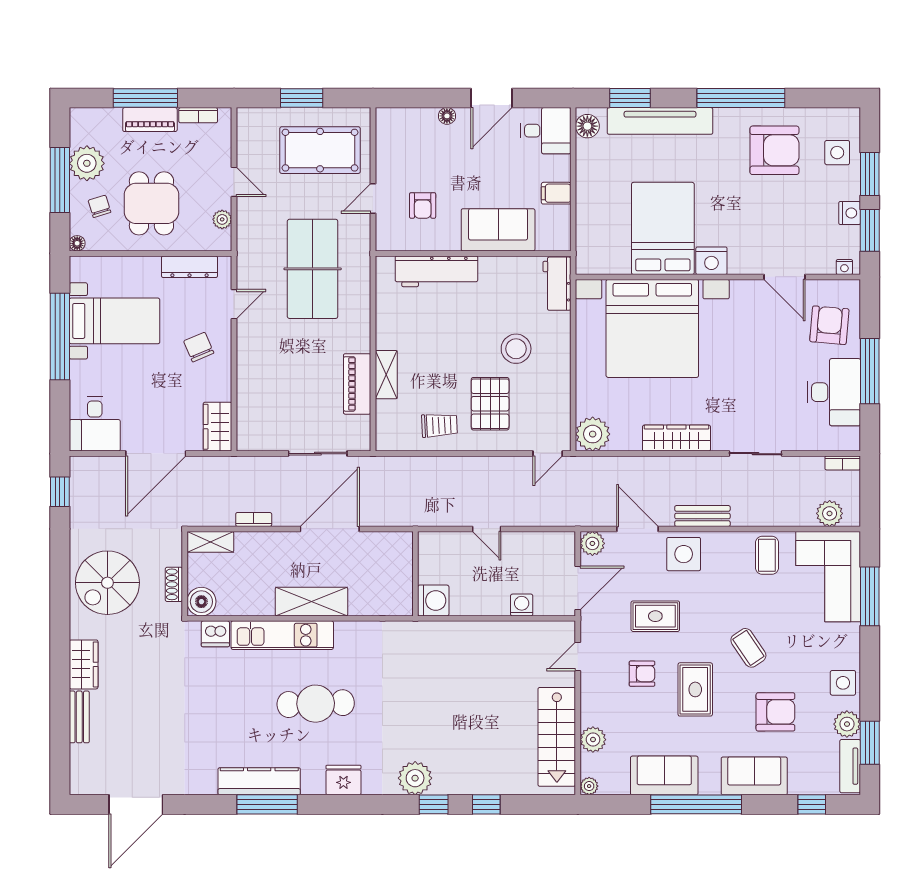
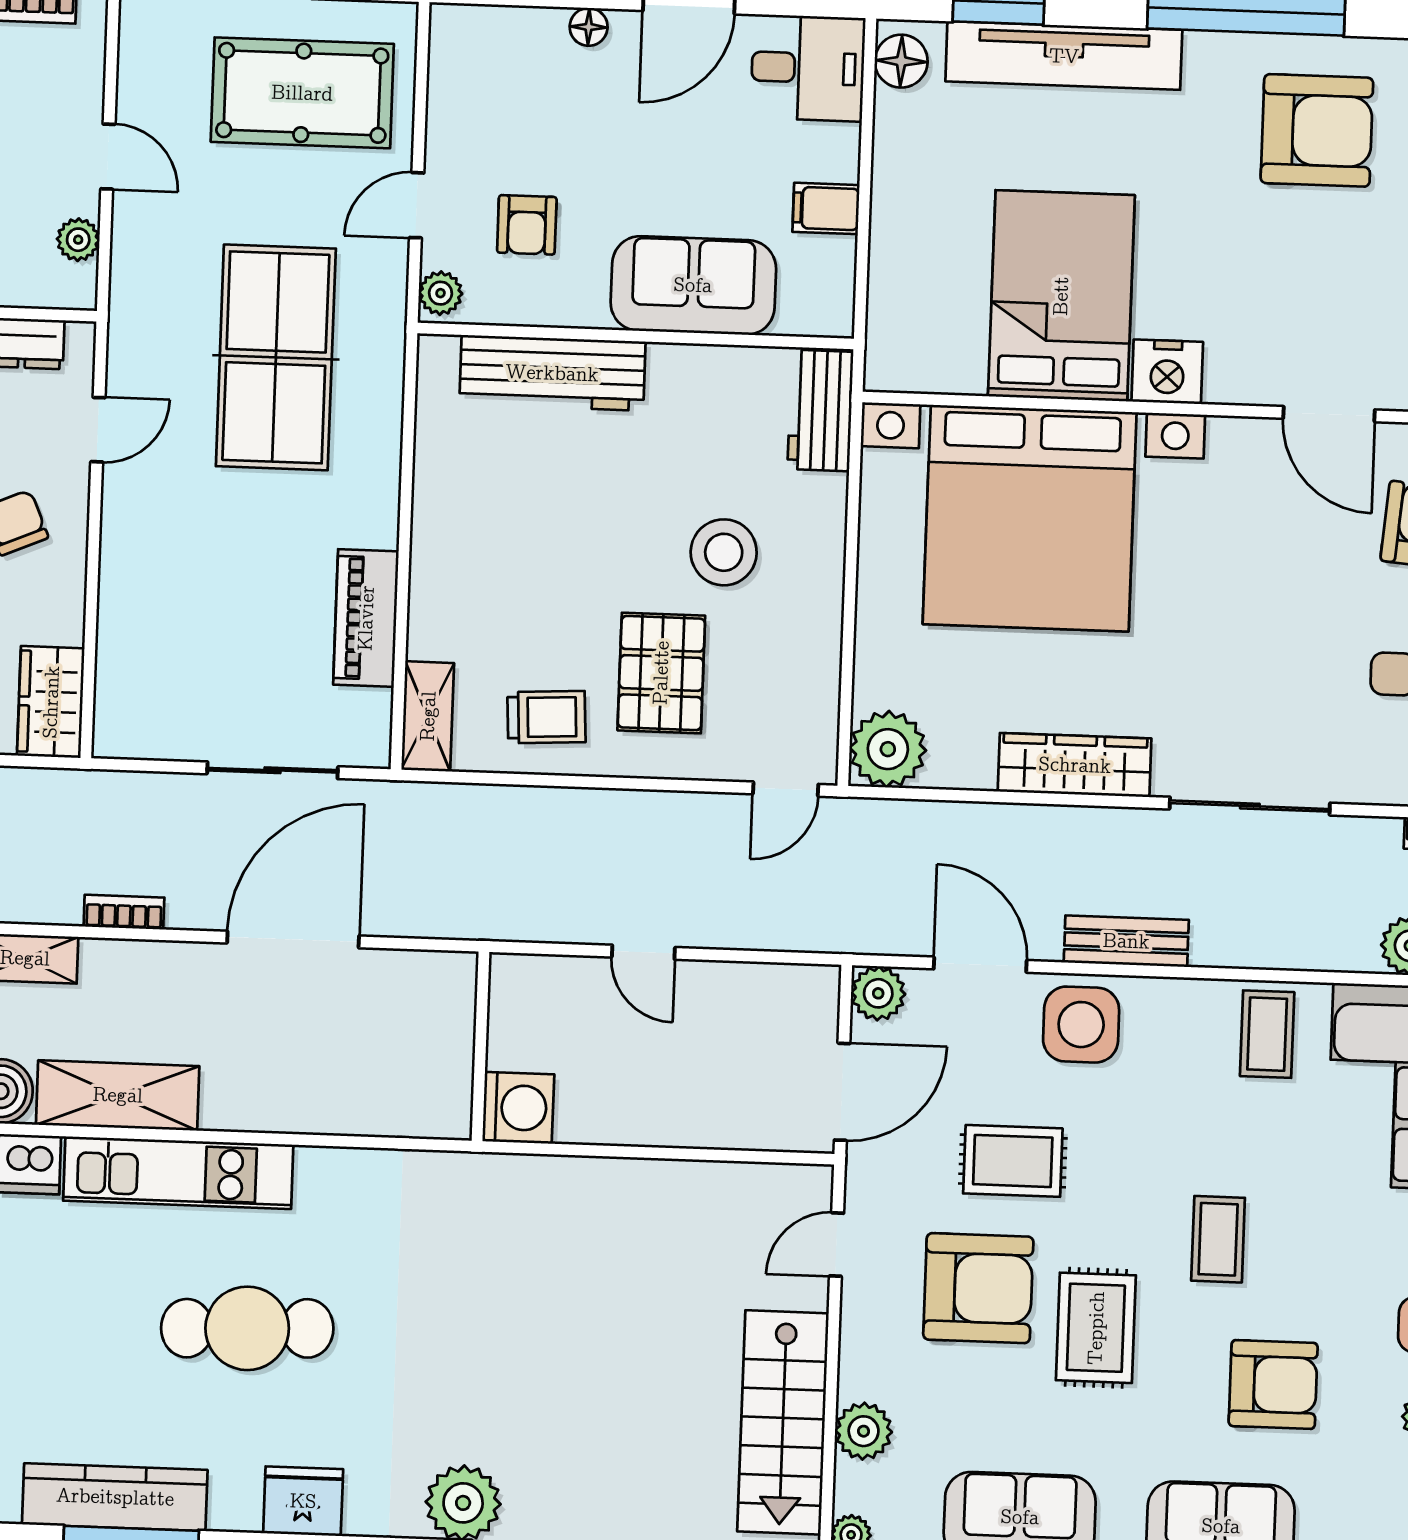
plant: (385, 237) -> (440, 293), added
shelving: (386, 375) -> (428, 716), moved
sliding door: (755, 454) -> (1250, 806), width x1.37
shelving: (311, 602) -> (118, 1095), moved
washing machine: (522, 605) -> (715, 1125), removed
coffee table: (748, 648) -> (1218, 1239), turned 34
armchair: (642, 674) -> (978, 1288), width x1.88, depth x1.88

